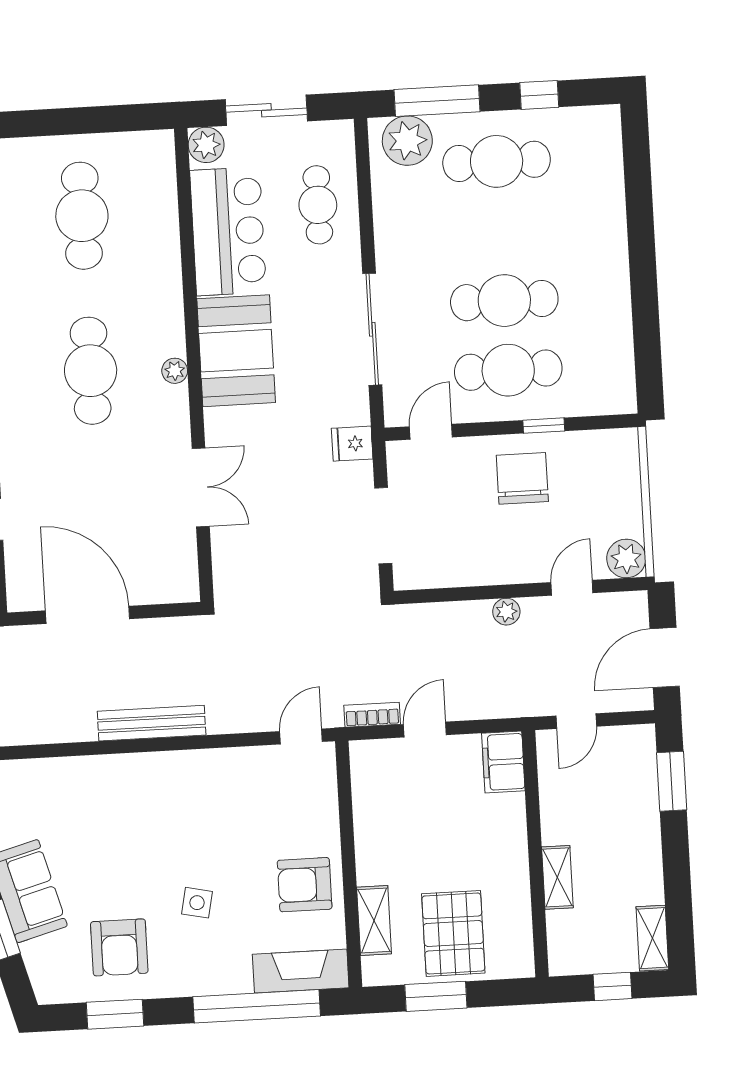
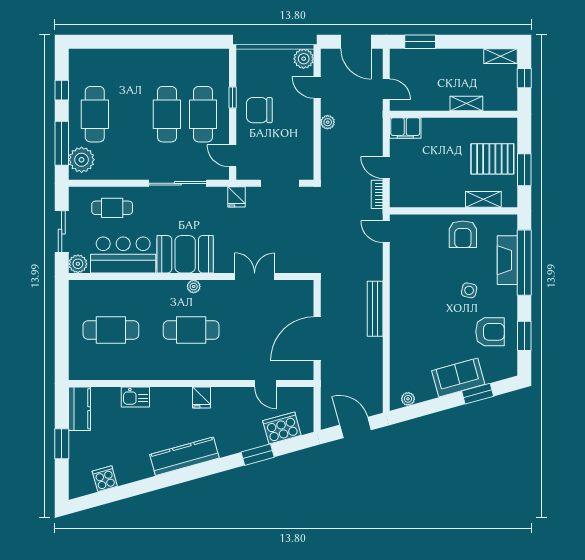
fireplace: (301, 971) -> (507, 260), moved

